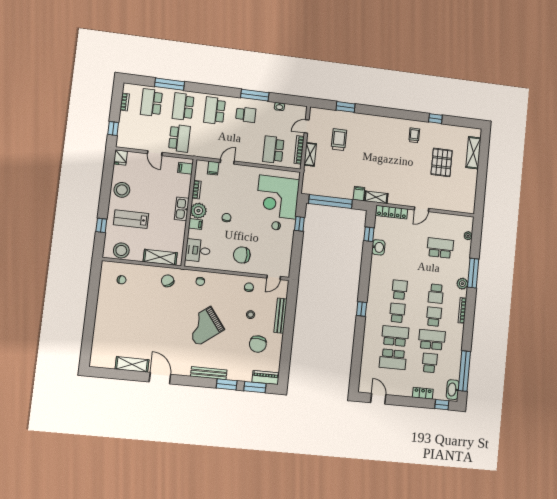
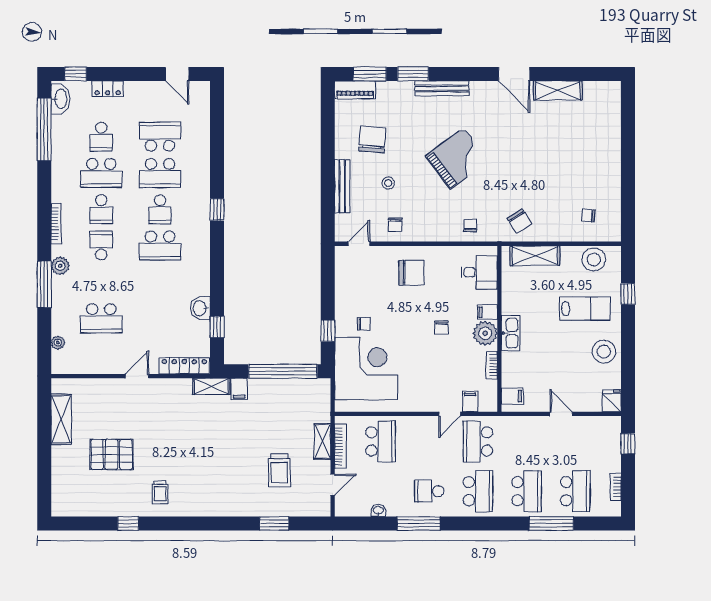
school desk: (179, 138) -> (478, 441), moved
shelving: (473, 153) -> (61, 419), moved
pallet: (442, 162) -> (112, 454), turned 90
school desk: (399, 290) -> (160, 246), width x1.85

